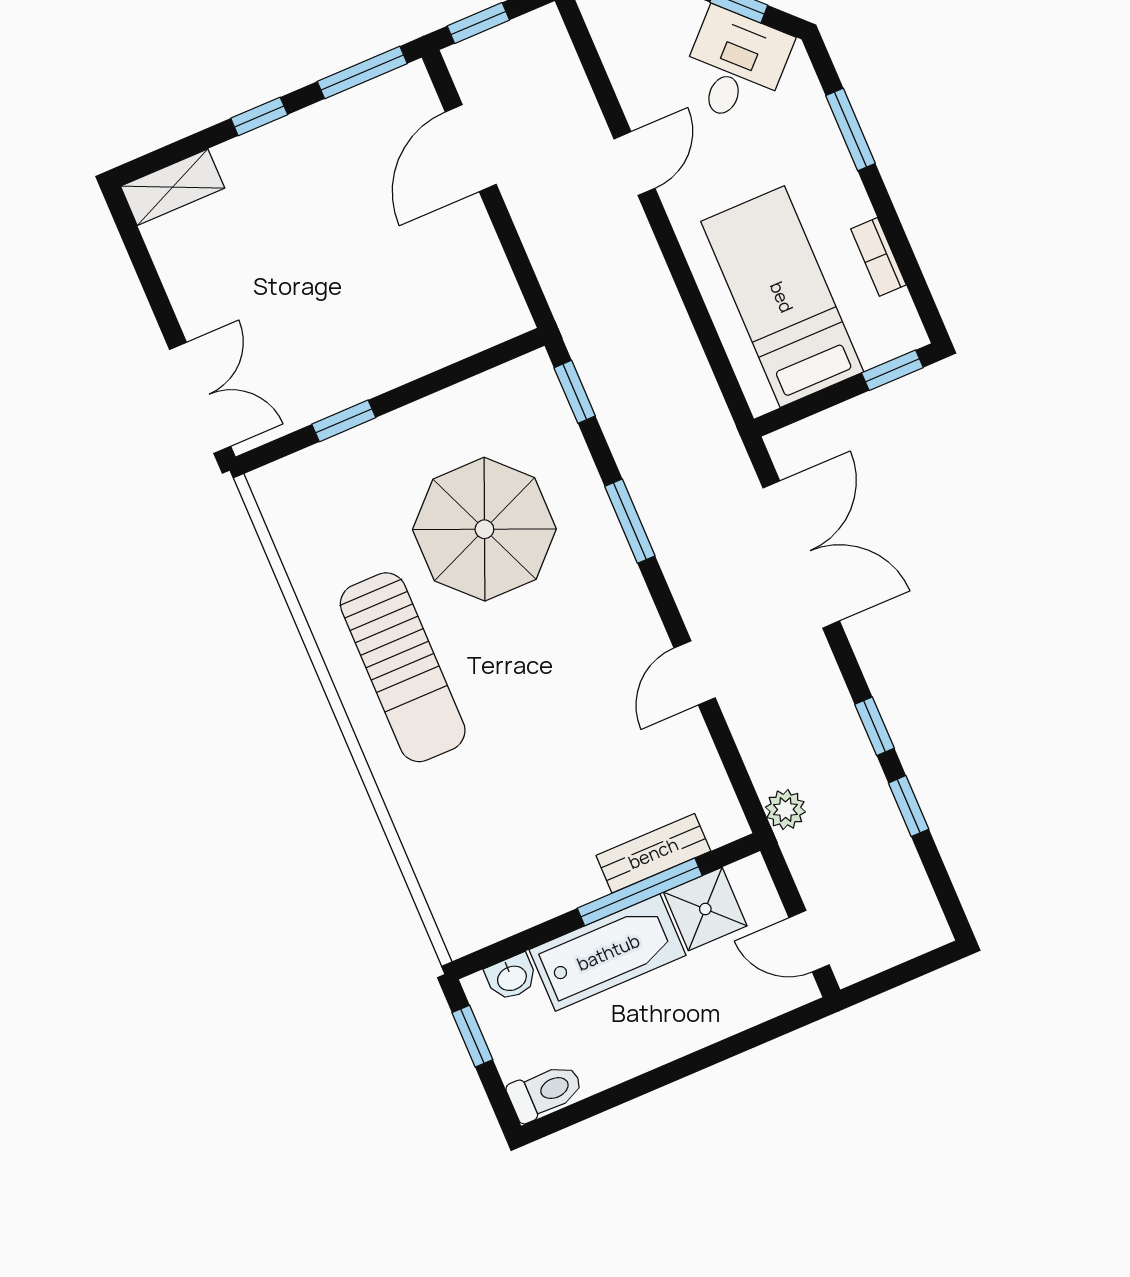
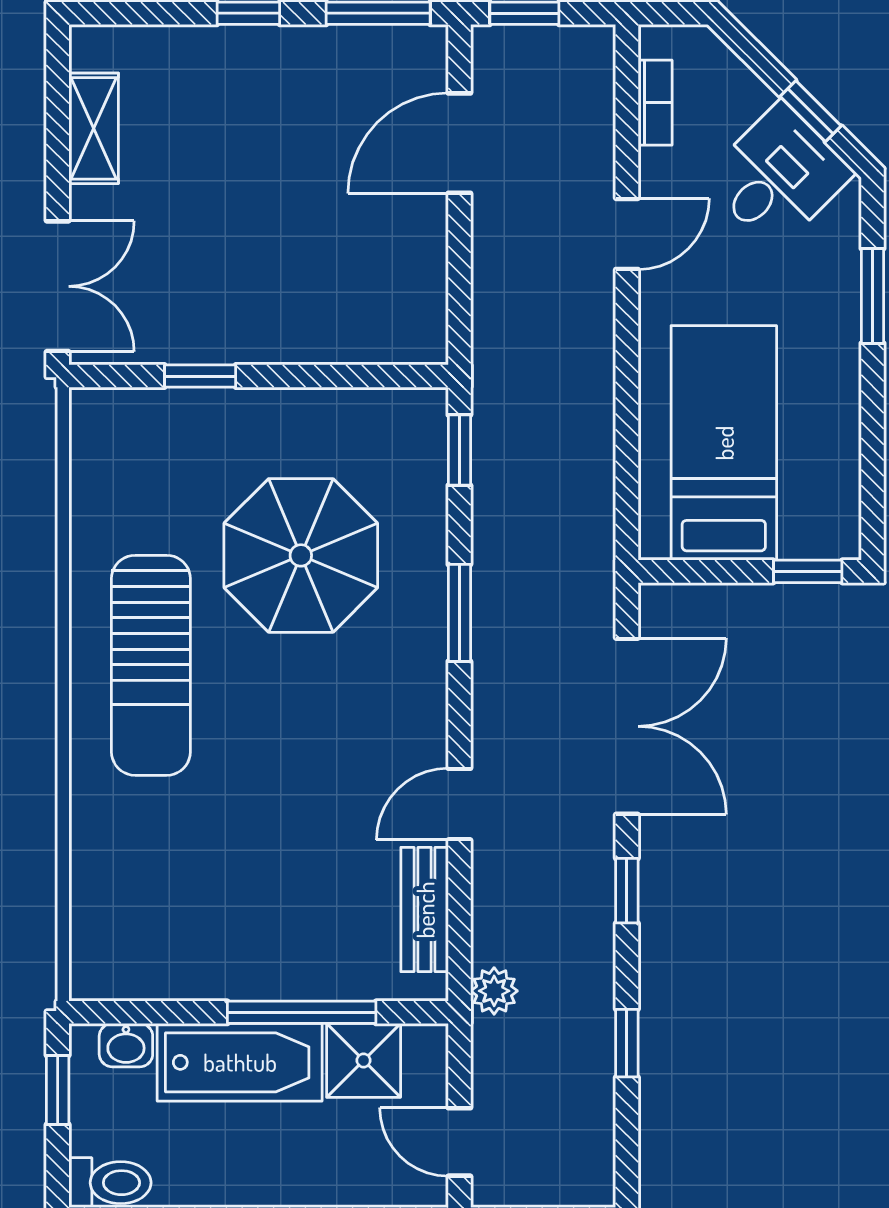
shelving: (173, 187) -> (94, 128), moved, turned 90
bookcase: (878, 257) -> (655, 103), moved, turned 180
window: (875, 726) -> (627, 891), moved
bench: (653, 853) -> (425, 910), moved, turned 90

